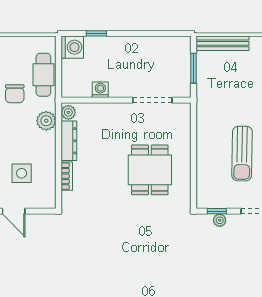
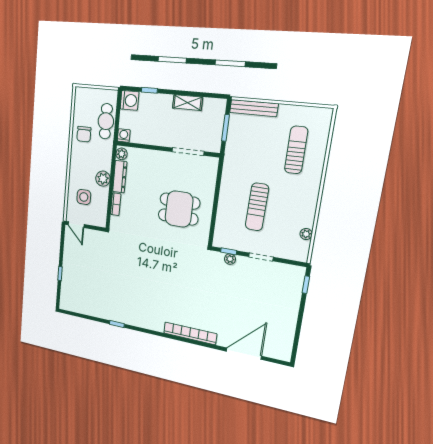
shelving: (145, 44) -> (188, 103), added
washing machine: (100, 90) -> (124, 135), moved
plant: (46, 121) -> (103, 179), moved
dining table: (150, 170) -> (179, 209), turned 90

